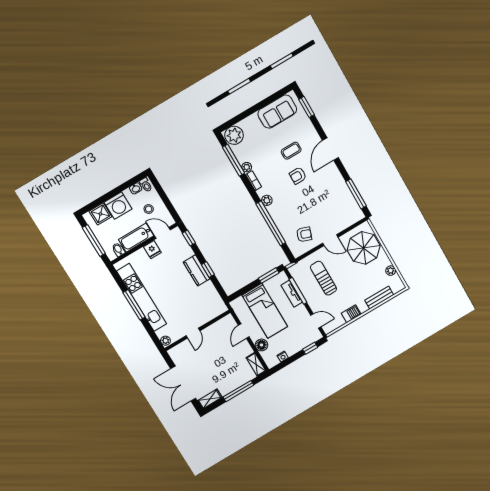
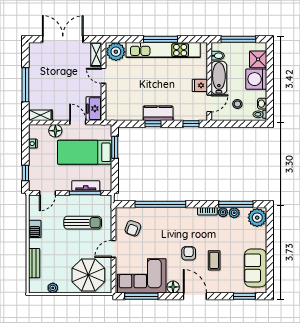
floor lamp: (333, 172) -> (173, 287), added
plant: (267, 200) -> (234, 213), moved
corner sofa: (339, 204) -> (142, 276), added
window: (269, 276) -> (115, 147), moved
freezer: (225, 325) -> (94, 109), added
plant: (165, 341) -> (116, 52), width x1.88, depth x1.88
shelving: (210, 399) -> (96, 54), moved

